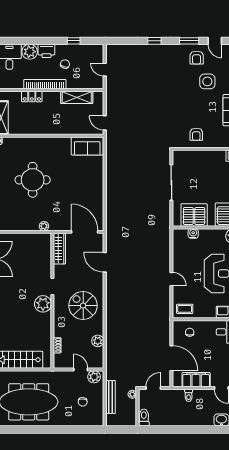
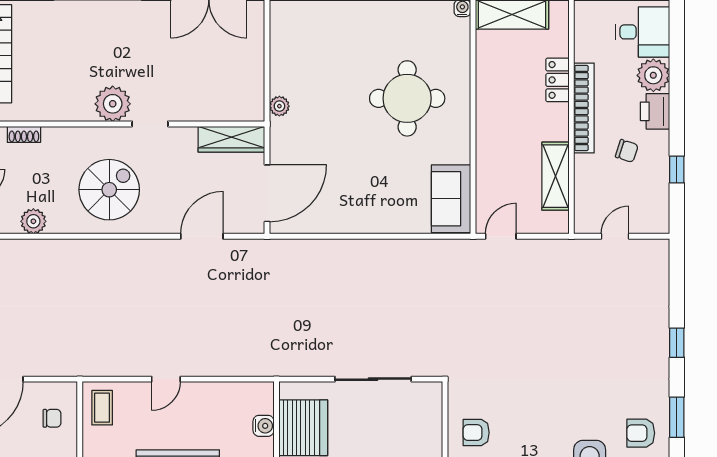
round table: (33, 180) -> (407, 98), moved

